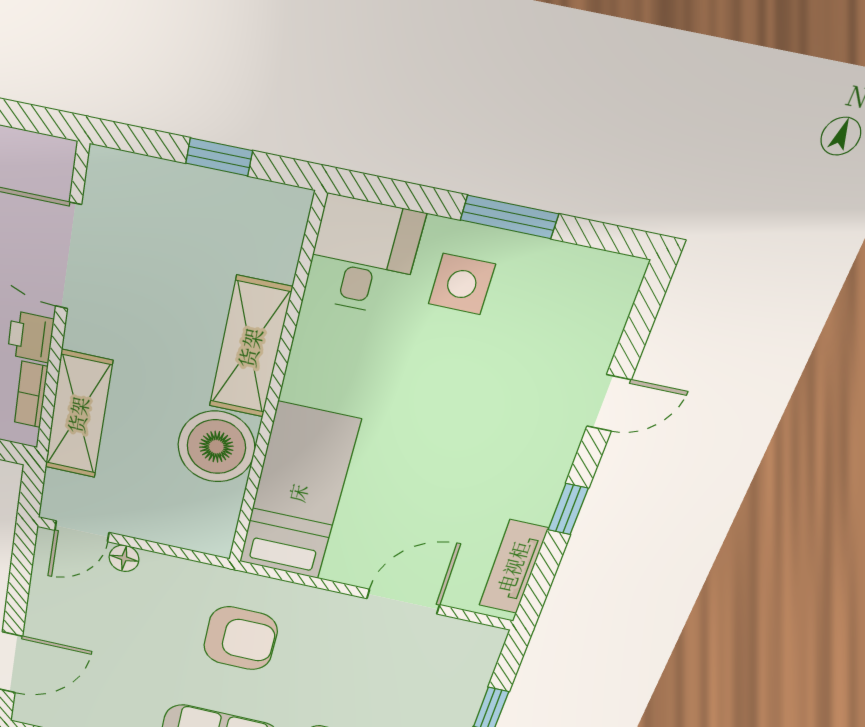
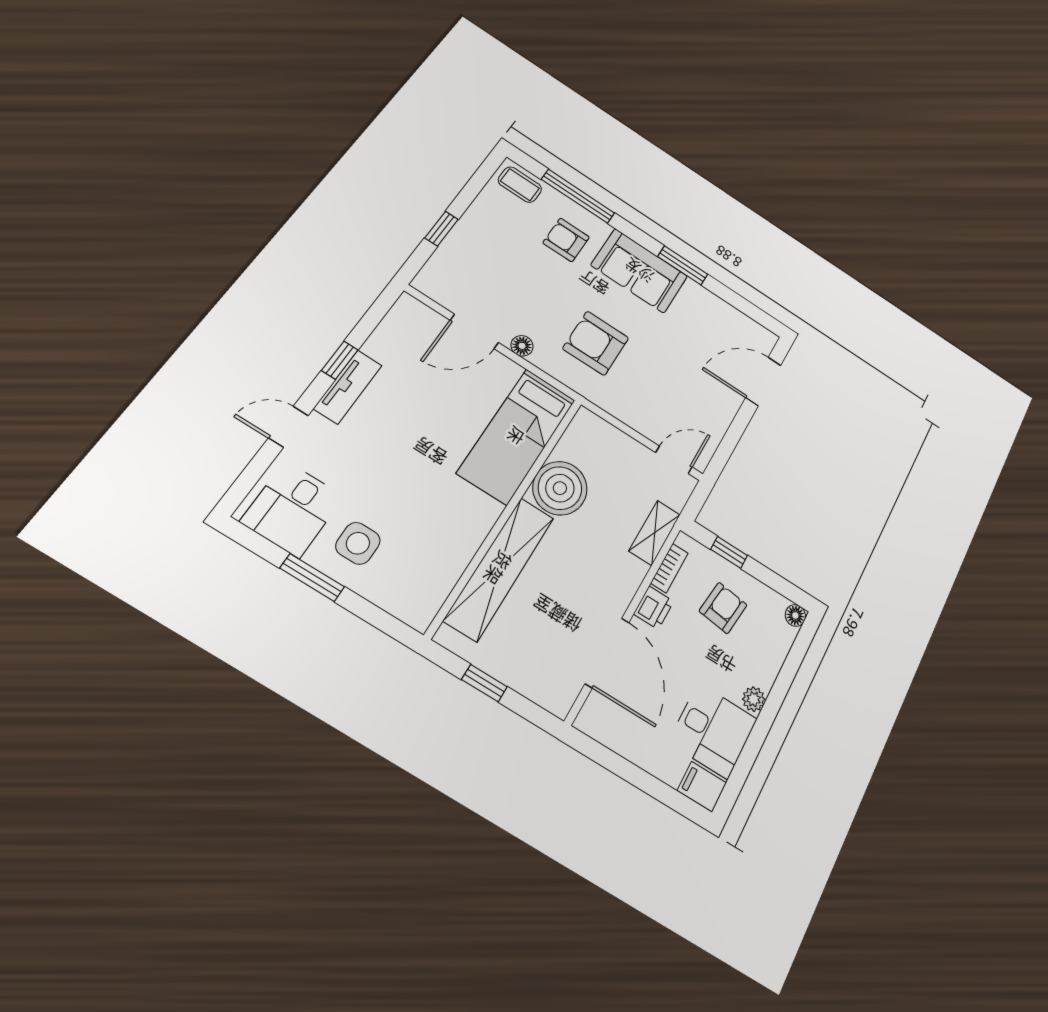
desk: (363, 256) -> (292, 509), moved
shelving: (250, 348) -> (499, 568), width x1.47
shelving: (78, 415) -> (655, 533), width x0.67, depth x0.75
floor lamp: (124, 558) -> (522, 346), moved
tv unit: (513, 567) -> (348, 387), moved

